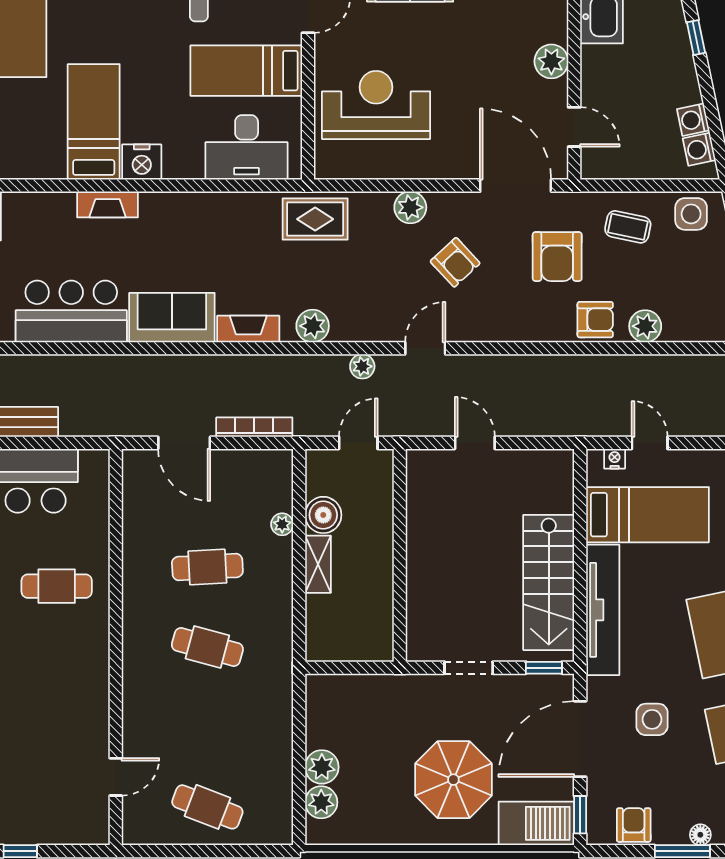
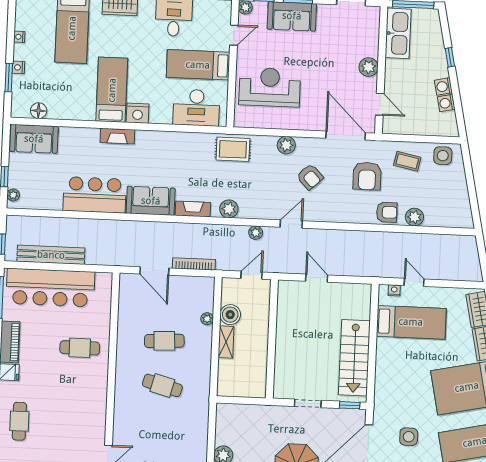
washing machine: (699, 149) -> (443, 86), moved
tv unit: (603, 610) -> (384, 374), removed

